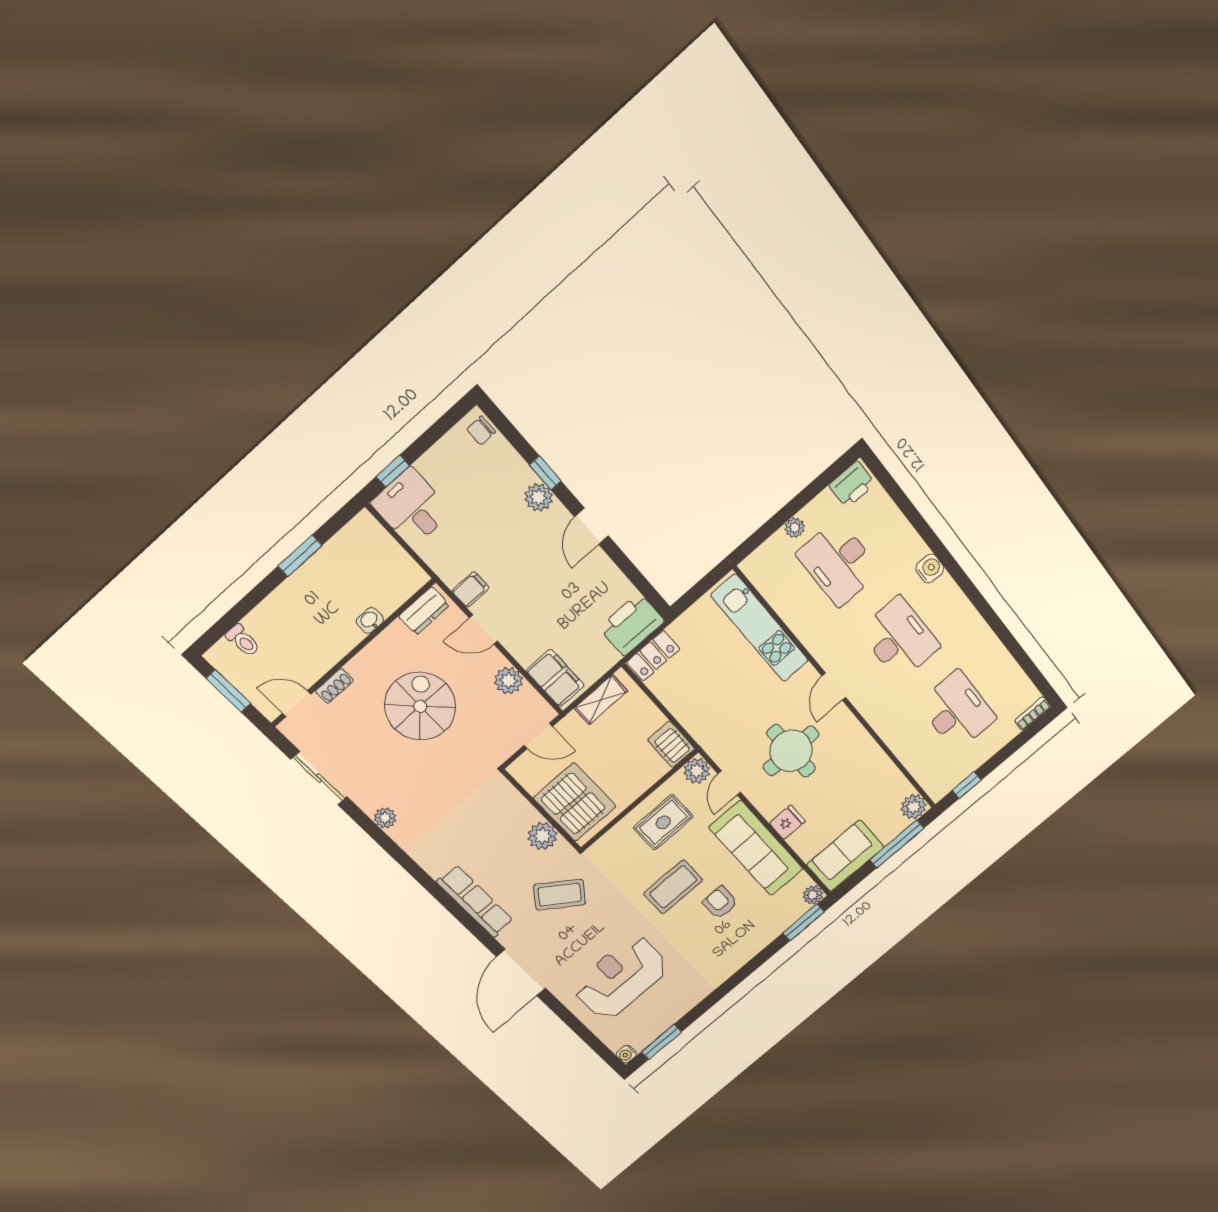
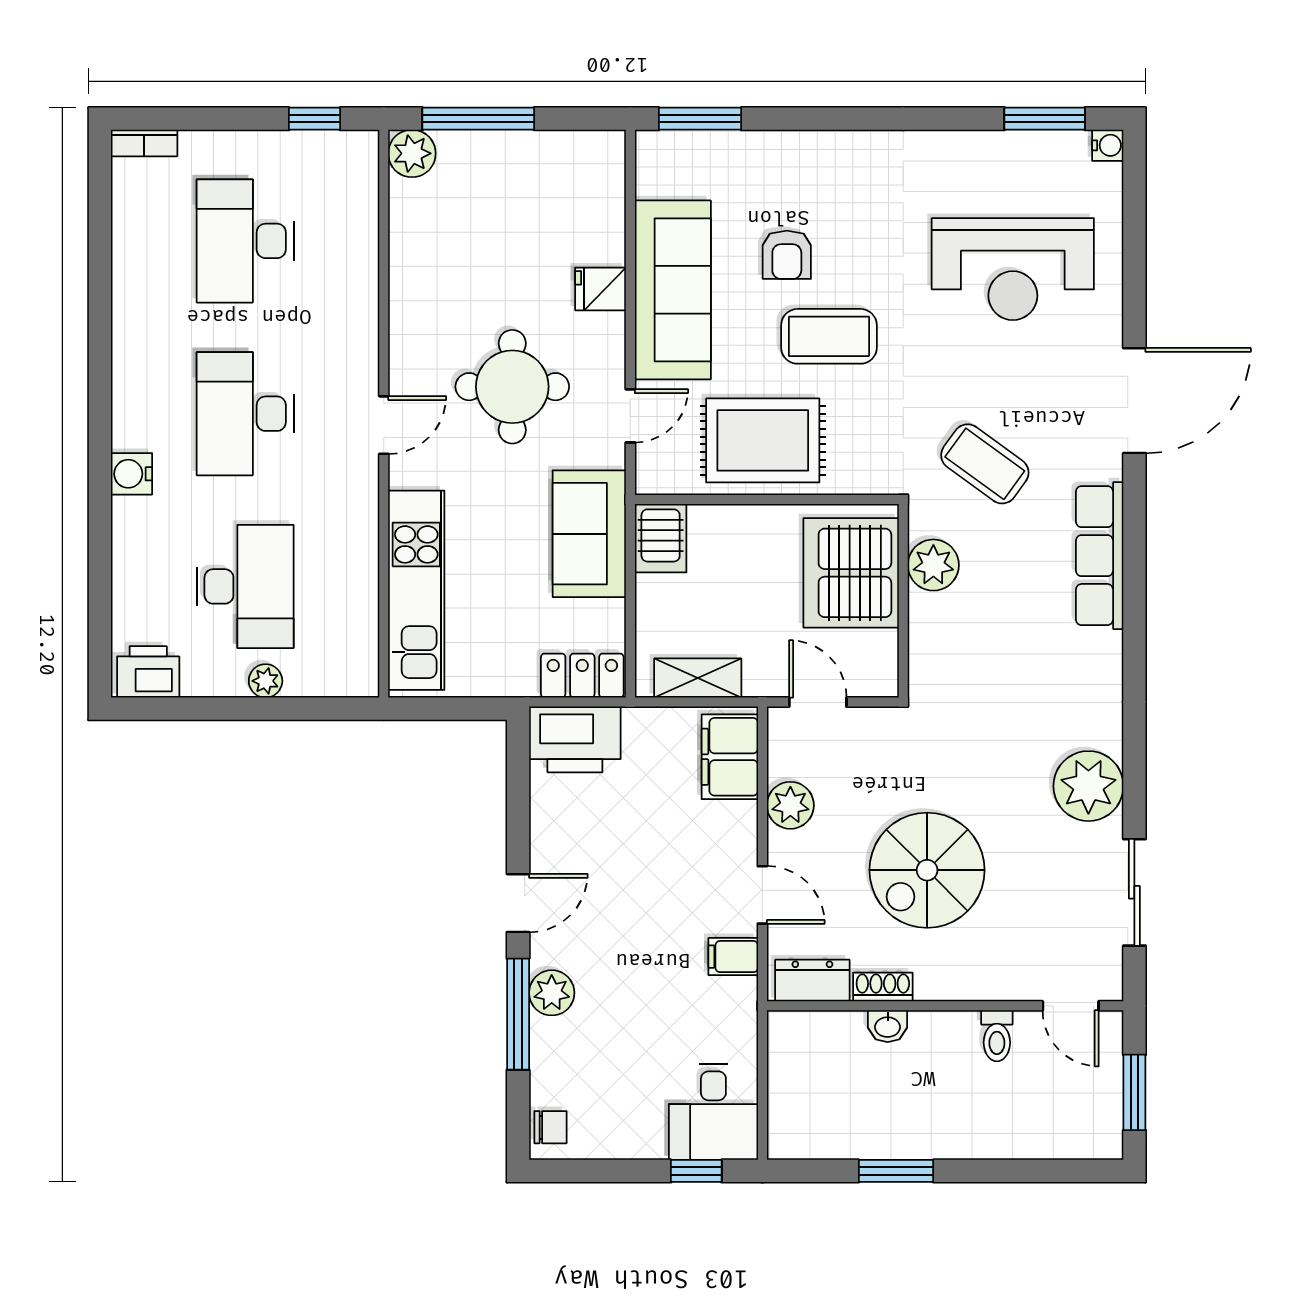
window: (545, 473) -> (518, 1014), width x2.17
toilet: (243, 641) -> (997, 1036), moved, turned 180
shoe rack: (334, 686) -> (883, 987), moved
plant: (697, 771) -> (658, 472), removed
plant: (385, 818) -> (1088, 786), width x1.87, depth x1.87
rug: (663, 822) -> (763, 440), width x1.36, depth x1.43
sofa: (845, 856) -> (589, 534), moved, turned 90
plant: (813, 895) -> (654, 149), removed

